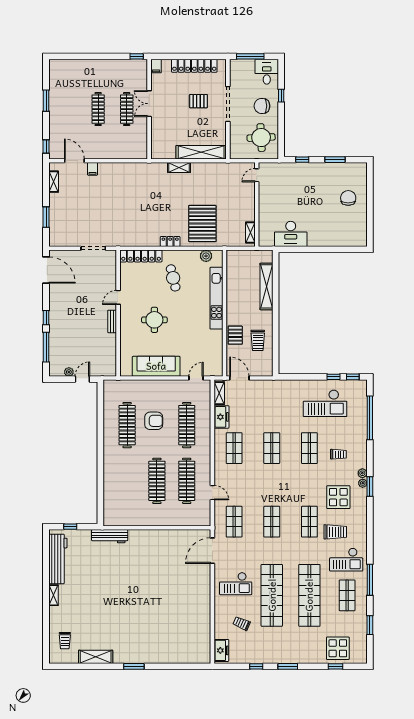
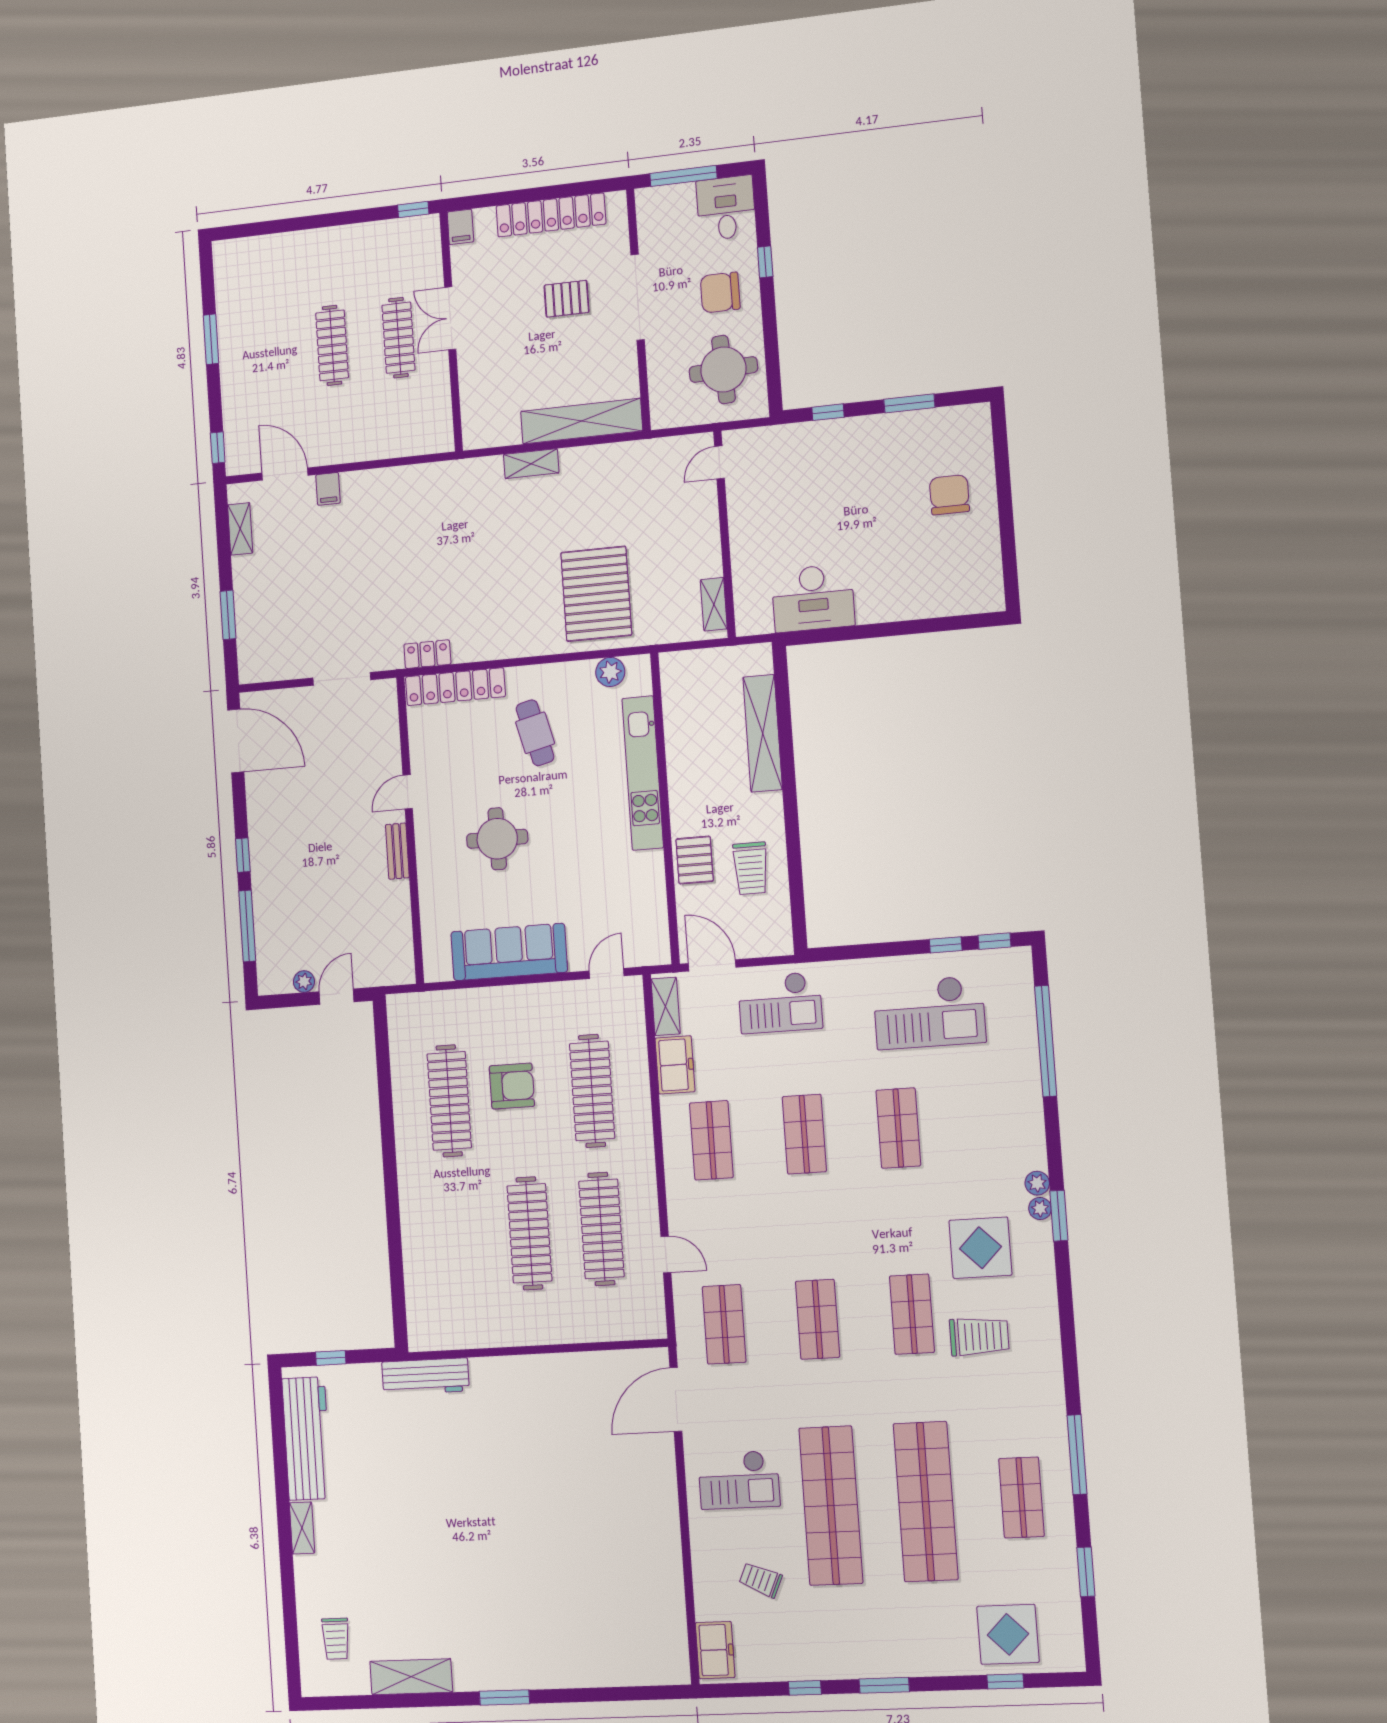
locker: (170, 242) -> (427, 654), moved
trolley: (338, 454) -> (972, 1139), removed
checkout: (346, 560) -> (780, 1003), moved

